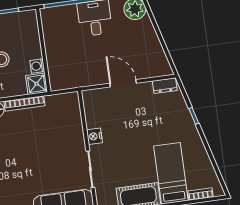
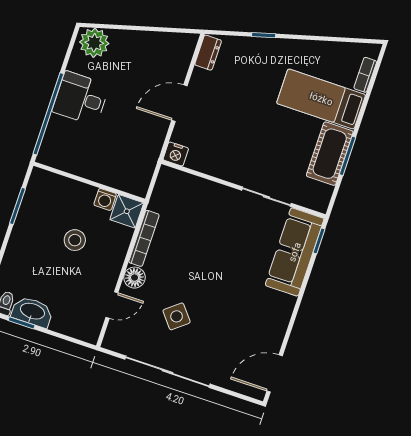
nightstand: (94, 136) -> (176, 154), moved

